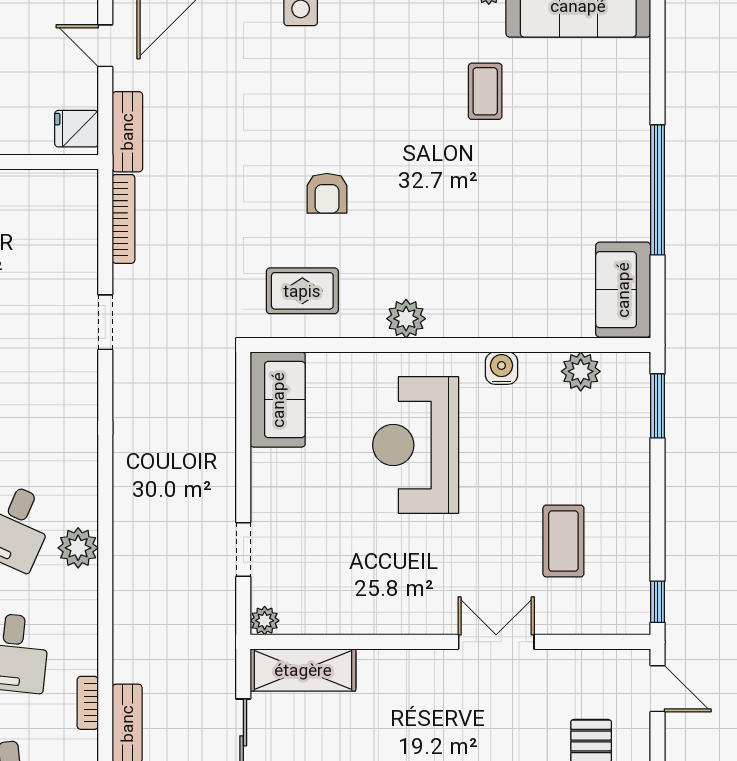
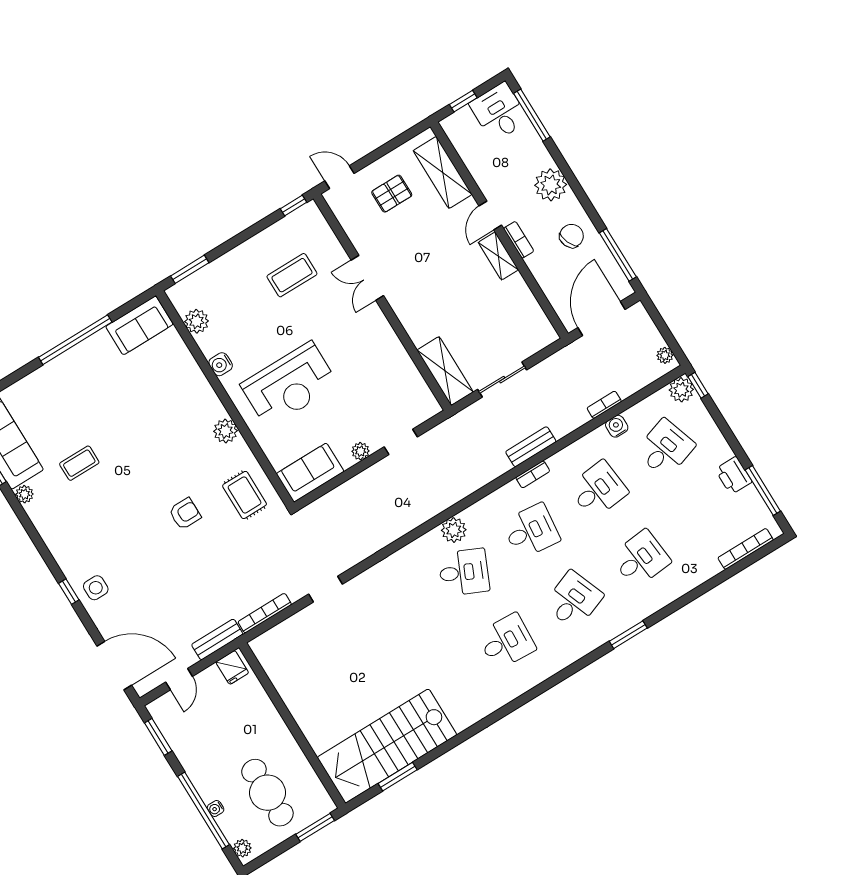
plant: (265, 621) -> (360, 451), moved
door: (658, 689) -> (340, 177), hinge flipped

